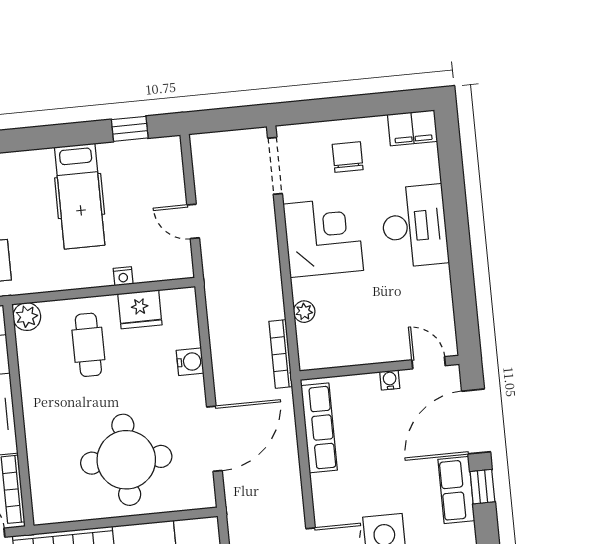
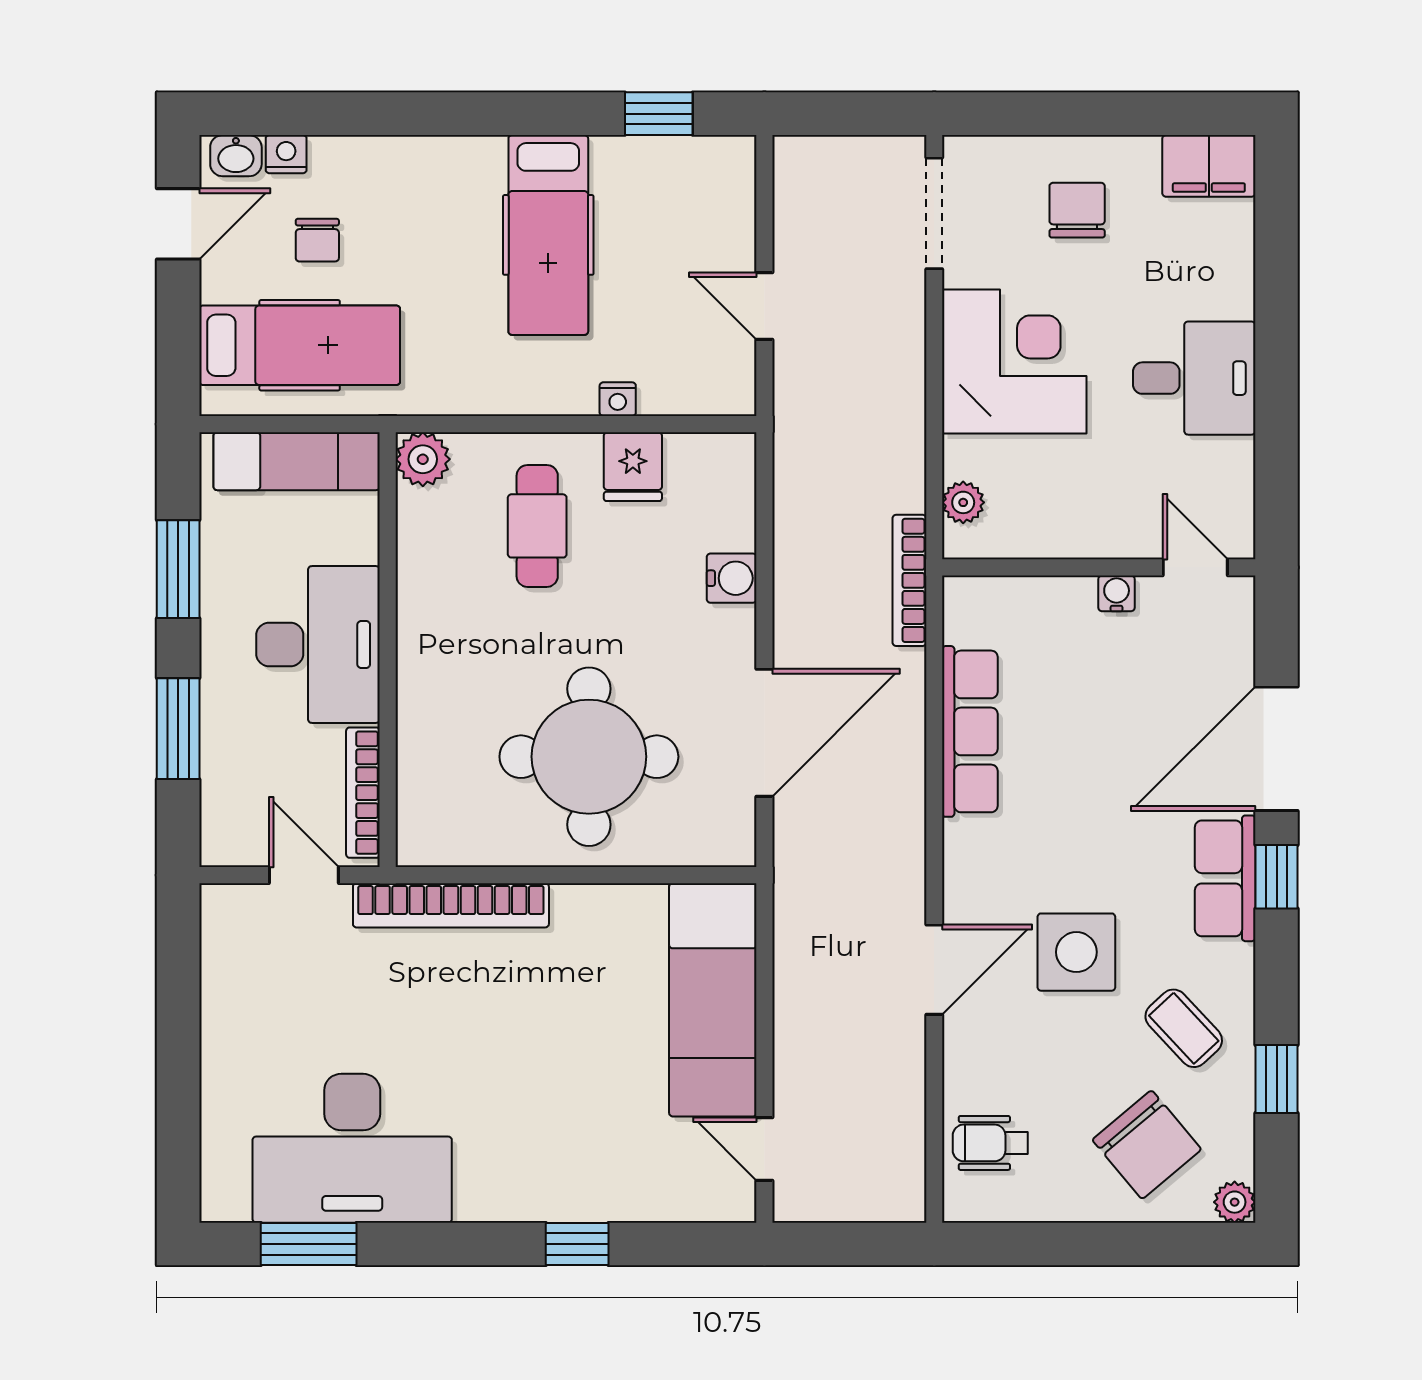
desk: (415, 226) -> (1194, 378), width x0.73
fridge: (140, 309) -> (633, 467), width x0.72
door: (429, 363) -> (1195, 567), moved
wall: (379, 368) -> (1099, 567), moved
water cooler: (390, 380) -> (1117, 593), moved

